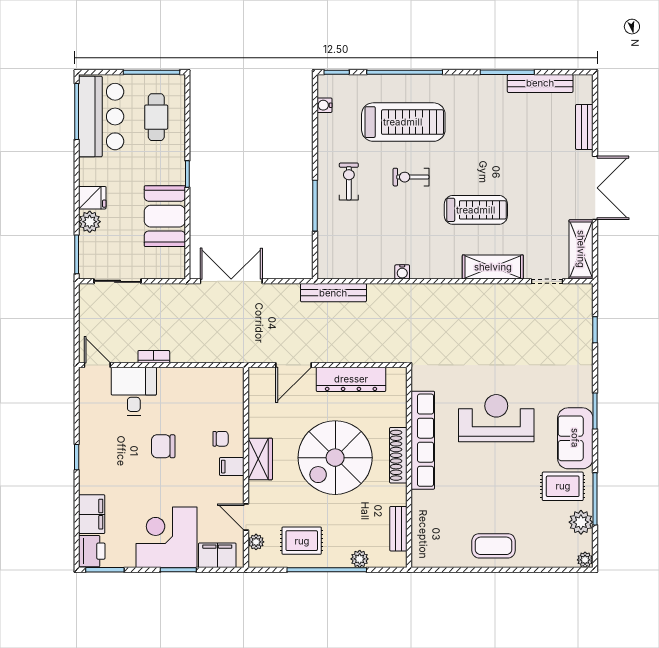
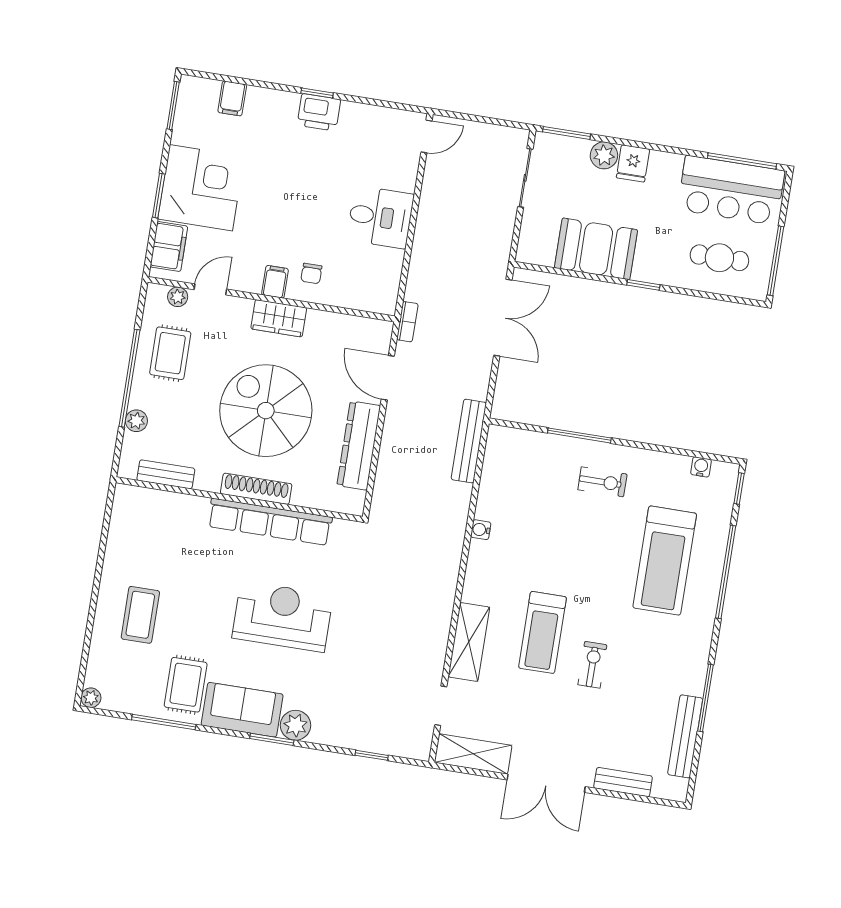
exercise bike: (411, 177) -> (592, 665), moved
bookcase: (154, 357) -> (407, 322), moved
desk: (134, 391) -> (380, 217), moved
reception desk: (496, 418) -> (282, 616), turned -90
chair: (163, 446) -> (313, 202), removed
filing cabinet: (92, 514) -> (232, 98), width x0.50
plant: (581, 522) -> (296, 725), moved
coffee table: (493, 546) -> (140, 615), moved
printer: (92, 551) -> (319, 112), moved

